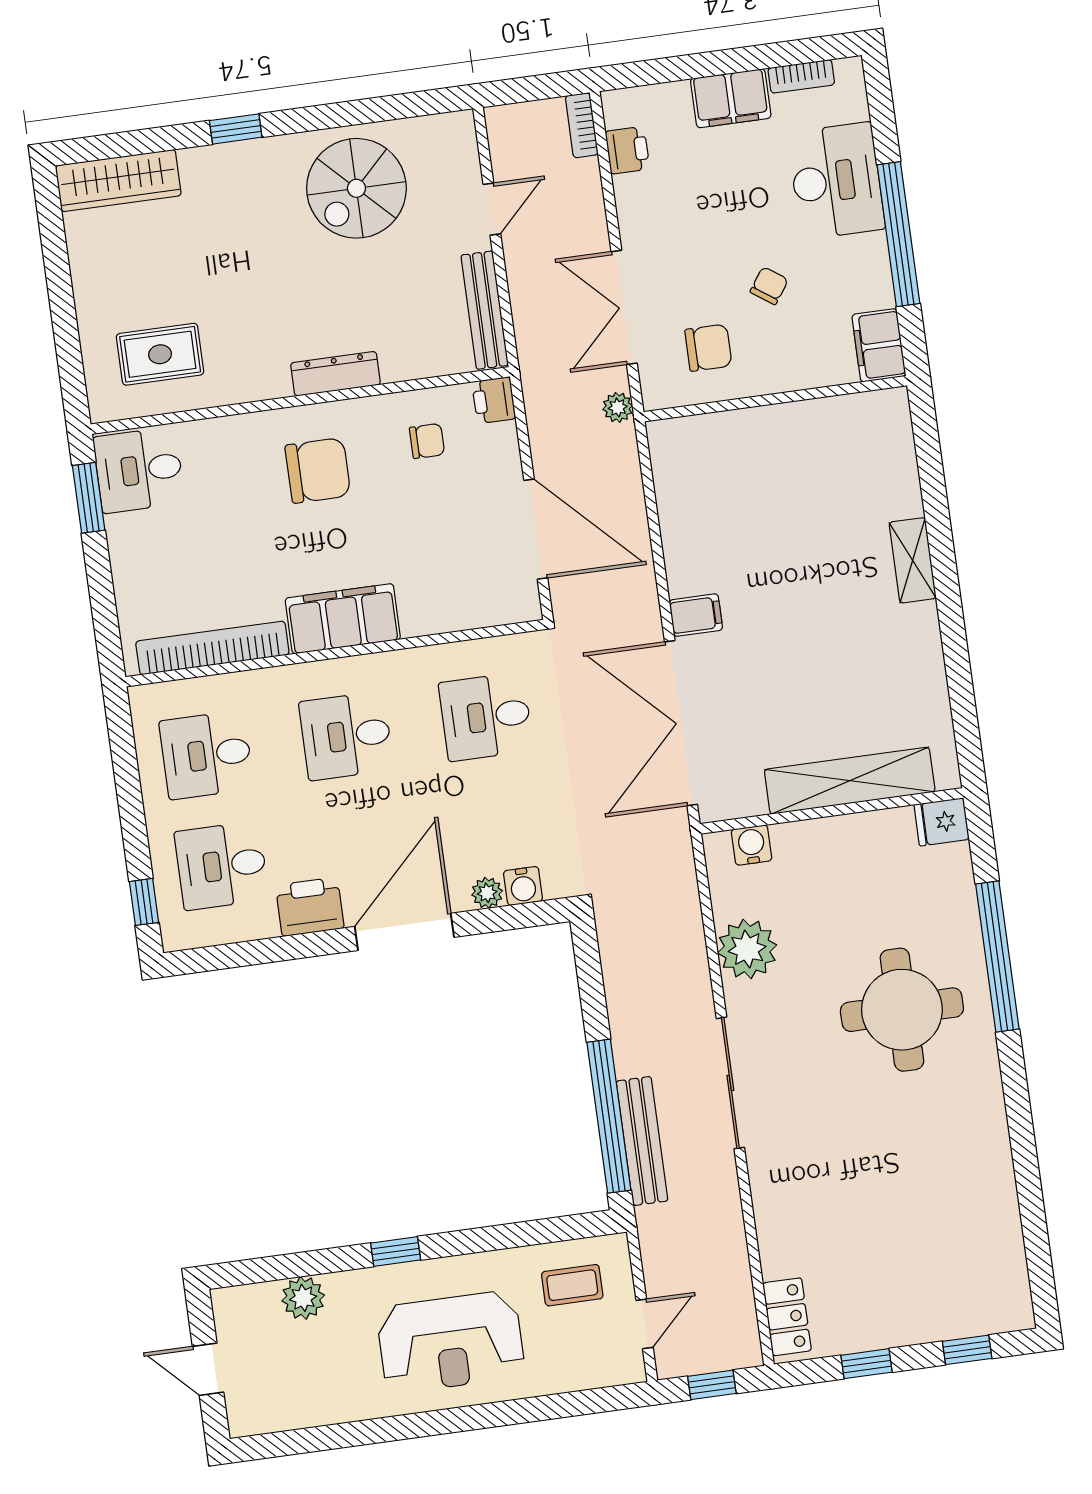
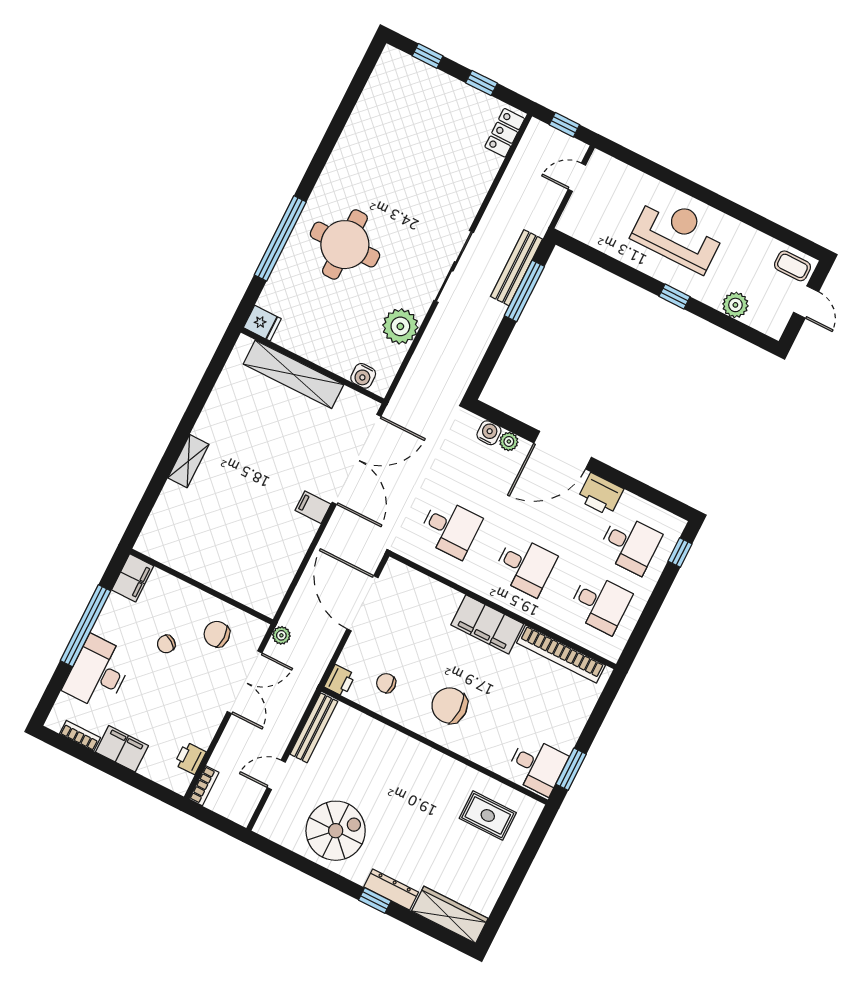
dresser: (335, 374) -> (391, 890), moved, turned 180
window: (609, 1116) -> (524, 291), width x0.68
coffee table: (572, 1285) -> (792, 266), moved

